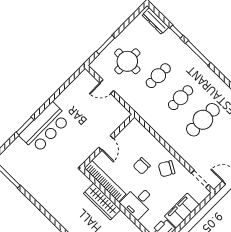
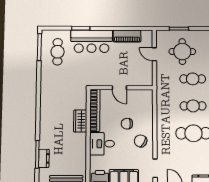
piano: (69, 94) -> (127, 36), added
door: (106, 143) -> (119, 88), hinge flipped
cafe table: (26, 164) -> (58, 52), added
wardrobe: (102, 202) -> (80, 121), width x0.67

